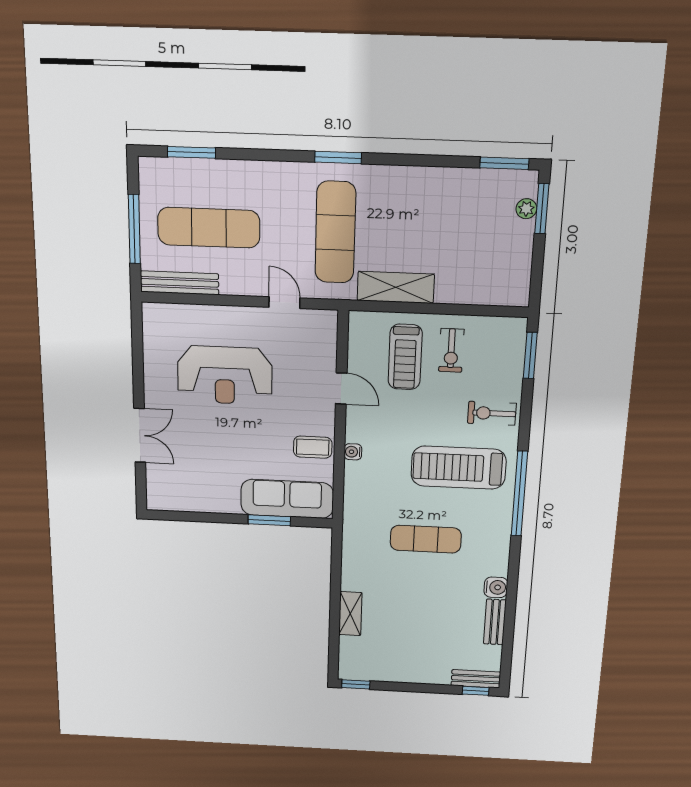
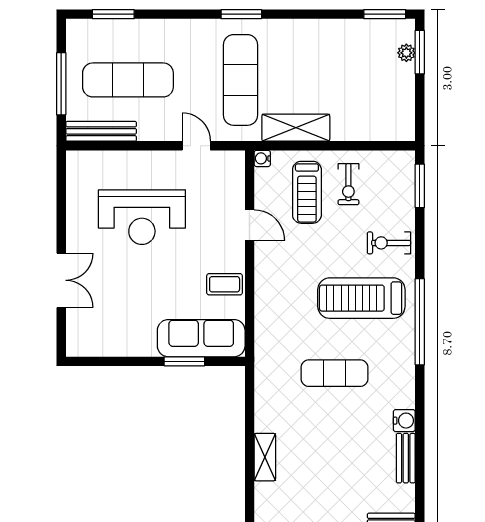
water cooler: (353, 452) -> (262, 158), moved

